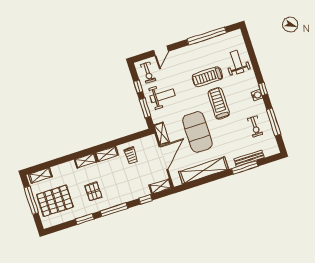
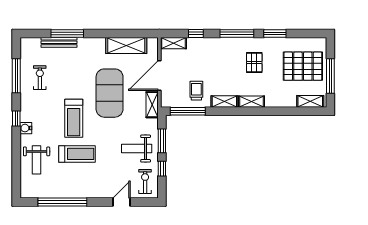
water cooler: (257, 95) -> (26, 128), moved
window: (132, 137) -> (188, 111), added
shelving: (204, 170) -> (126, 45), width x0.68

